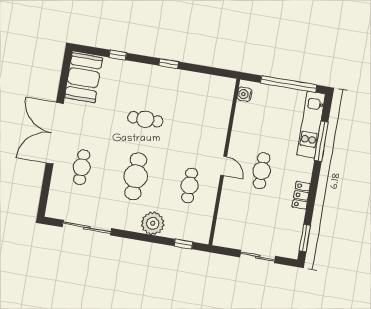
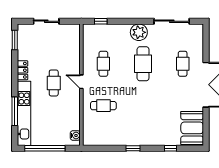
cafe table: (145, 119) -> (103, 106), moved
kitchen unit: (311, 125) -> (24, 113), width x1.36
plant: (153, 223) -> (139, 32), moved

